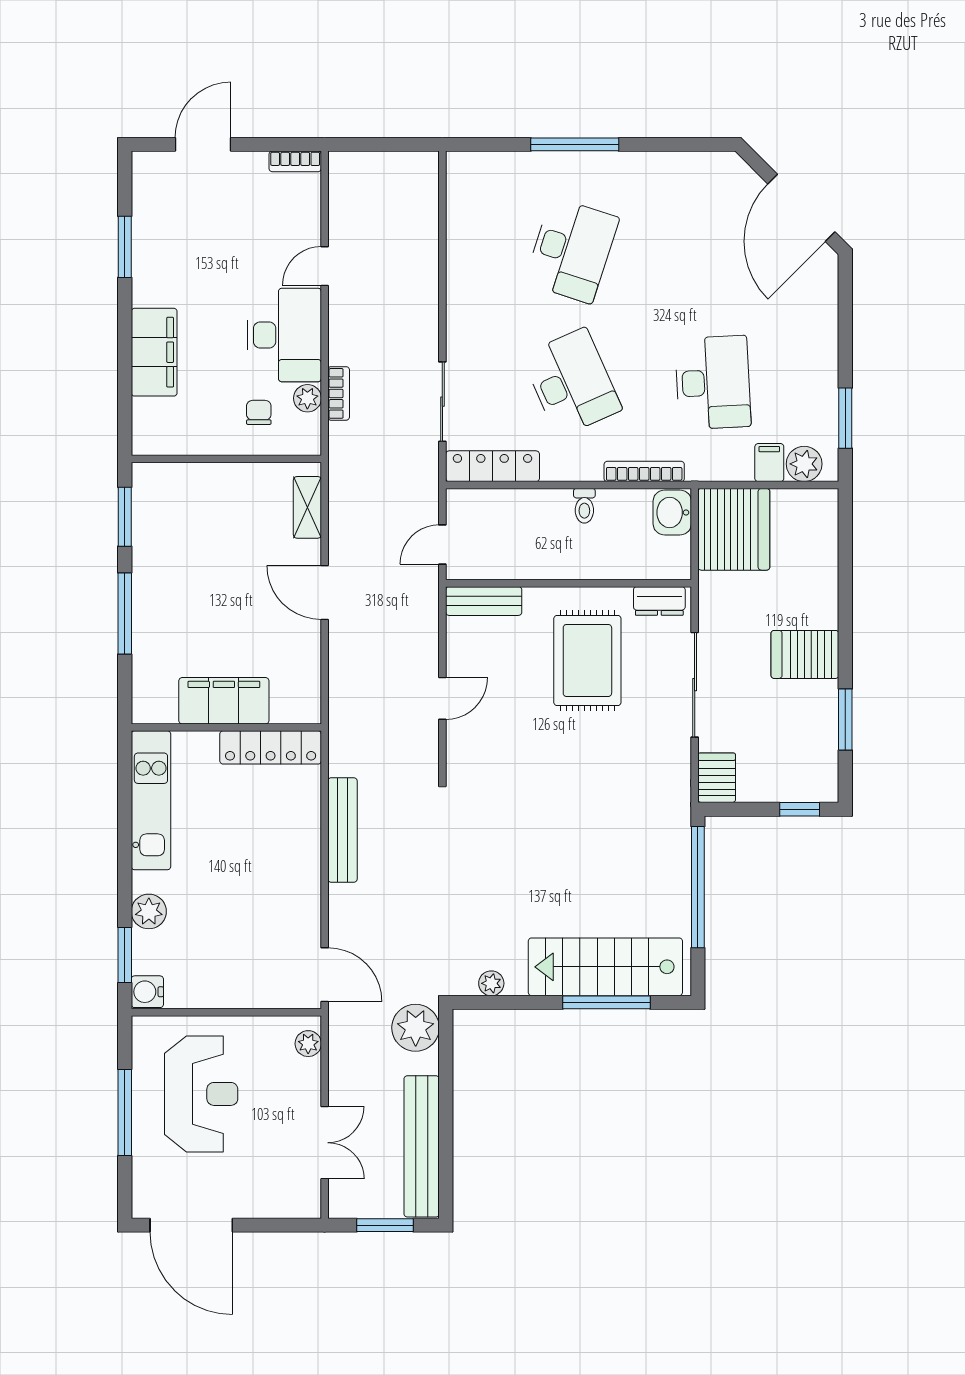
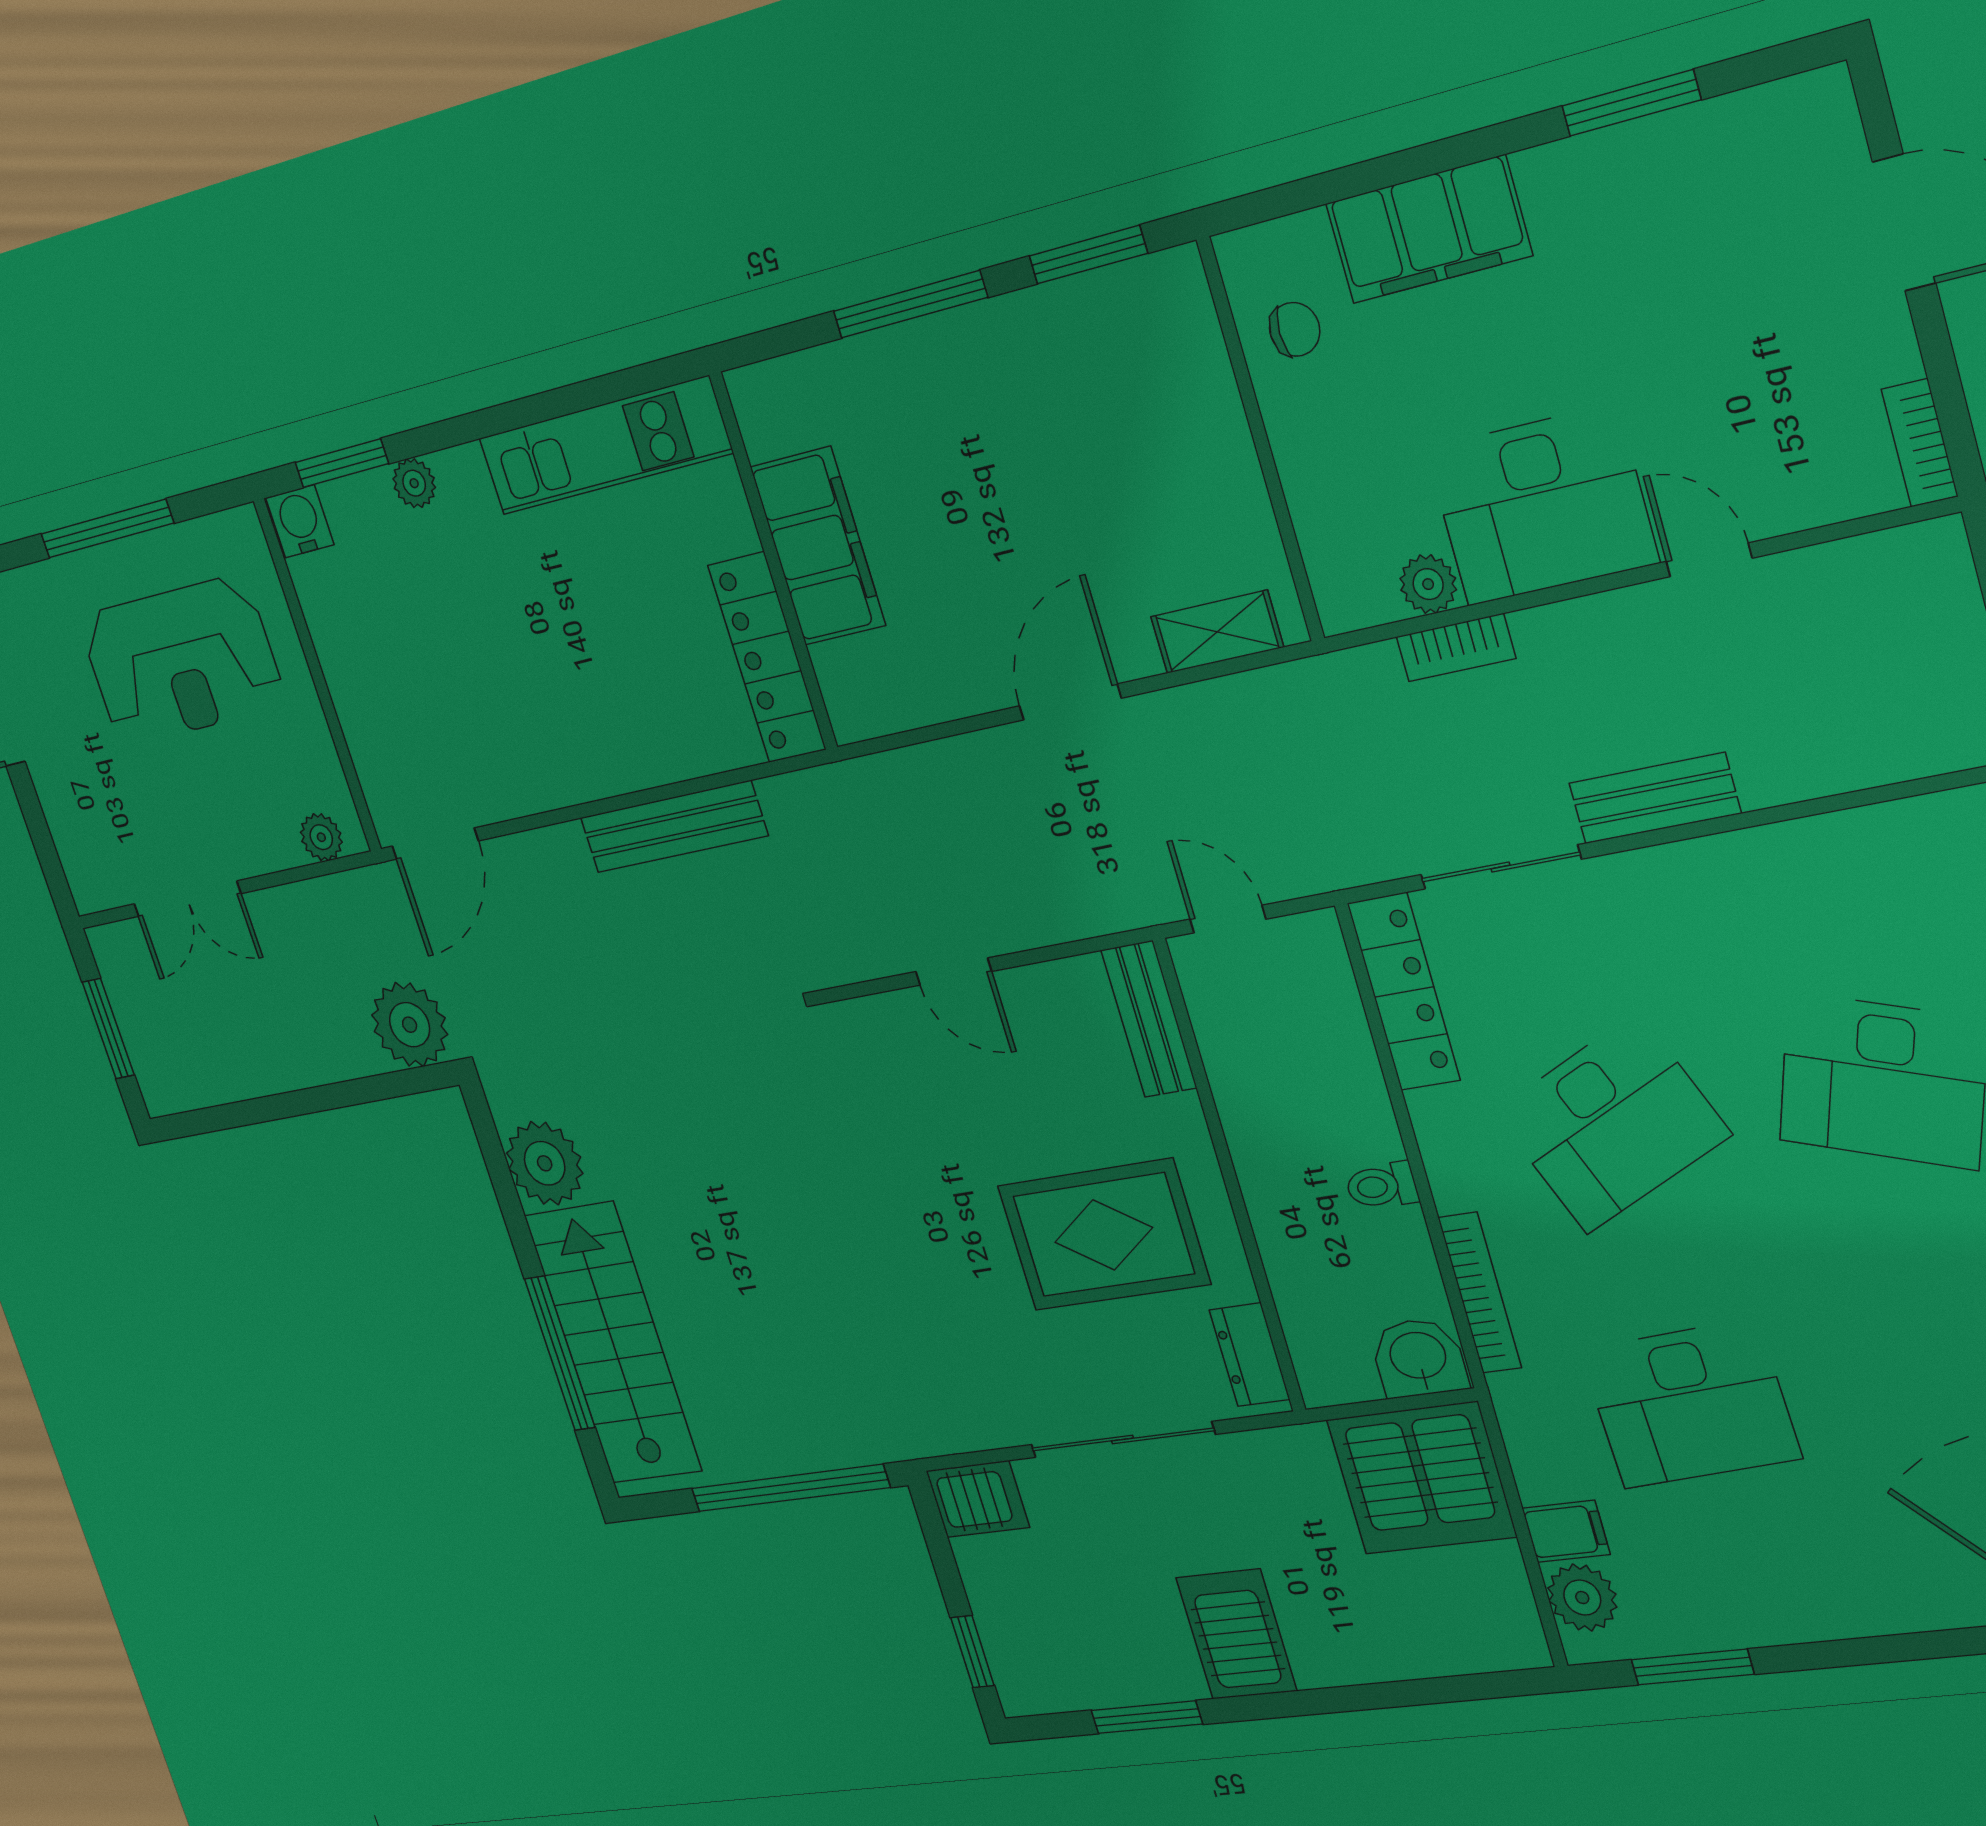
chair: (259, 412) -> (1295, 329), moved
plant: (149, 911) -> (414, 483), width x0.73, depth x0.73
plant: (491, 983) -> (545, 1163), width x1.88, depth x1.88
bench: (422, 1146) -> (1655, 798), moved, width x0.54, depth x0.82

